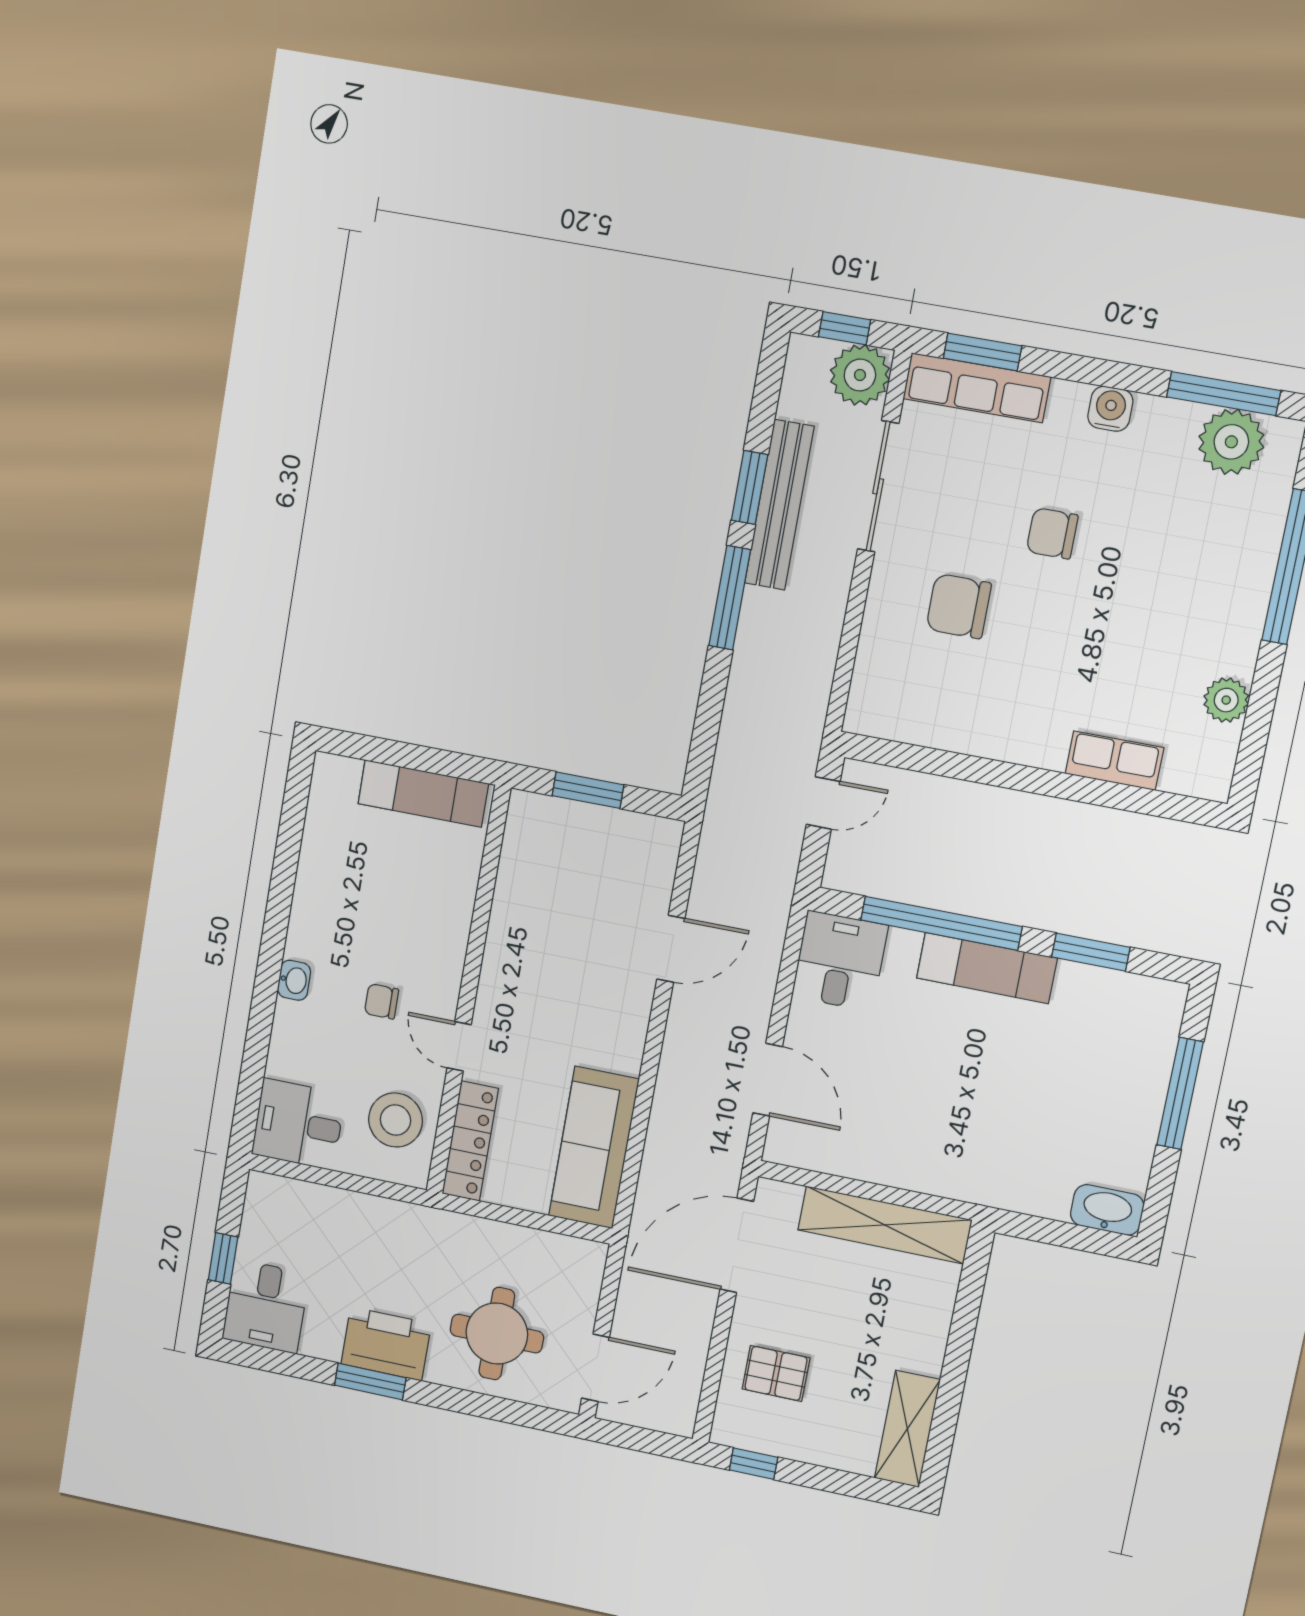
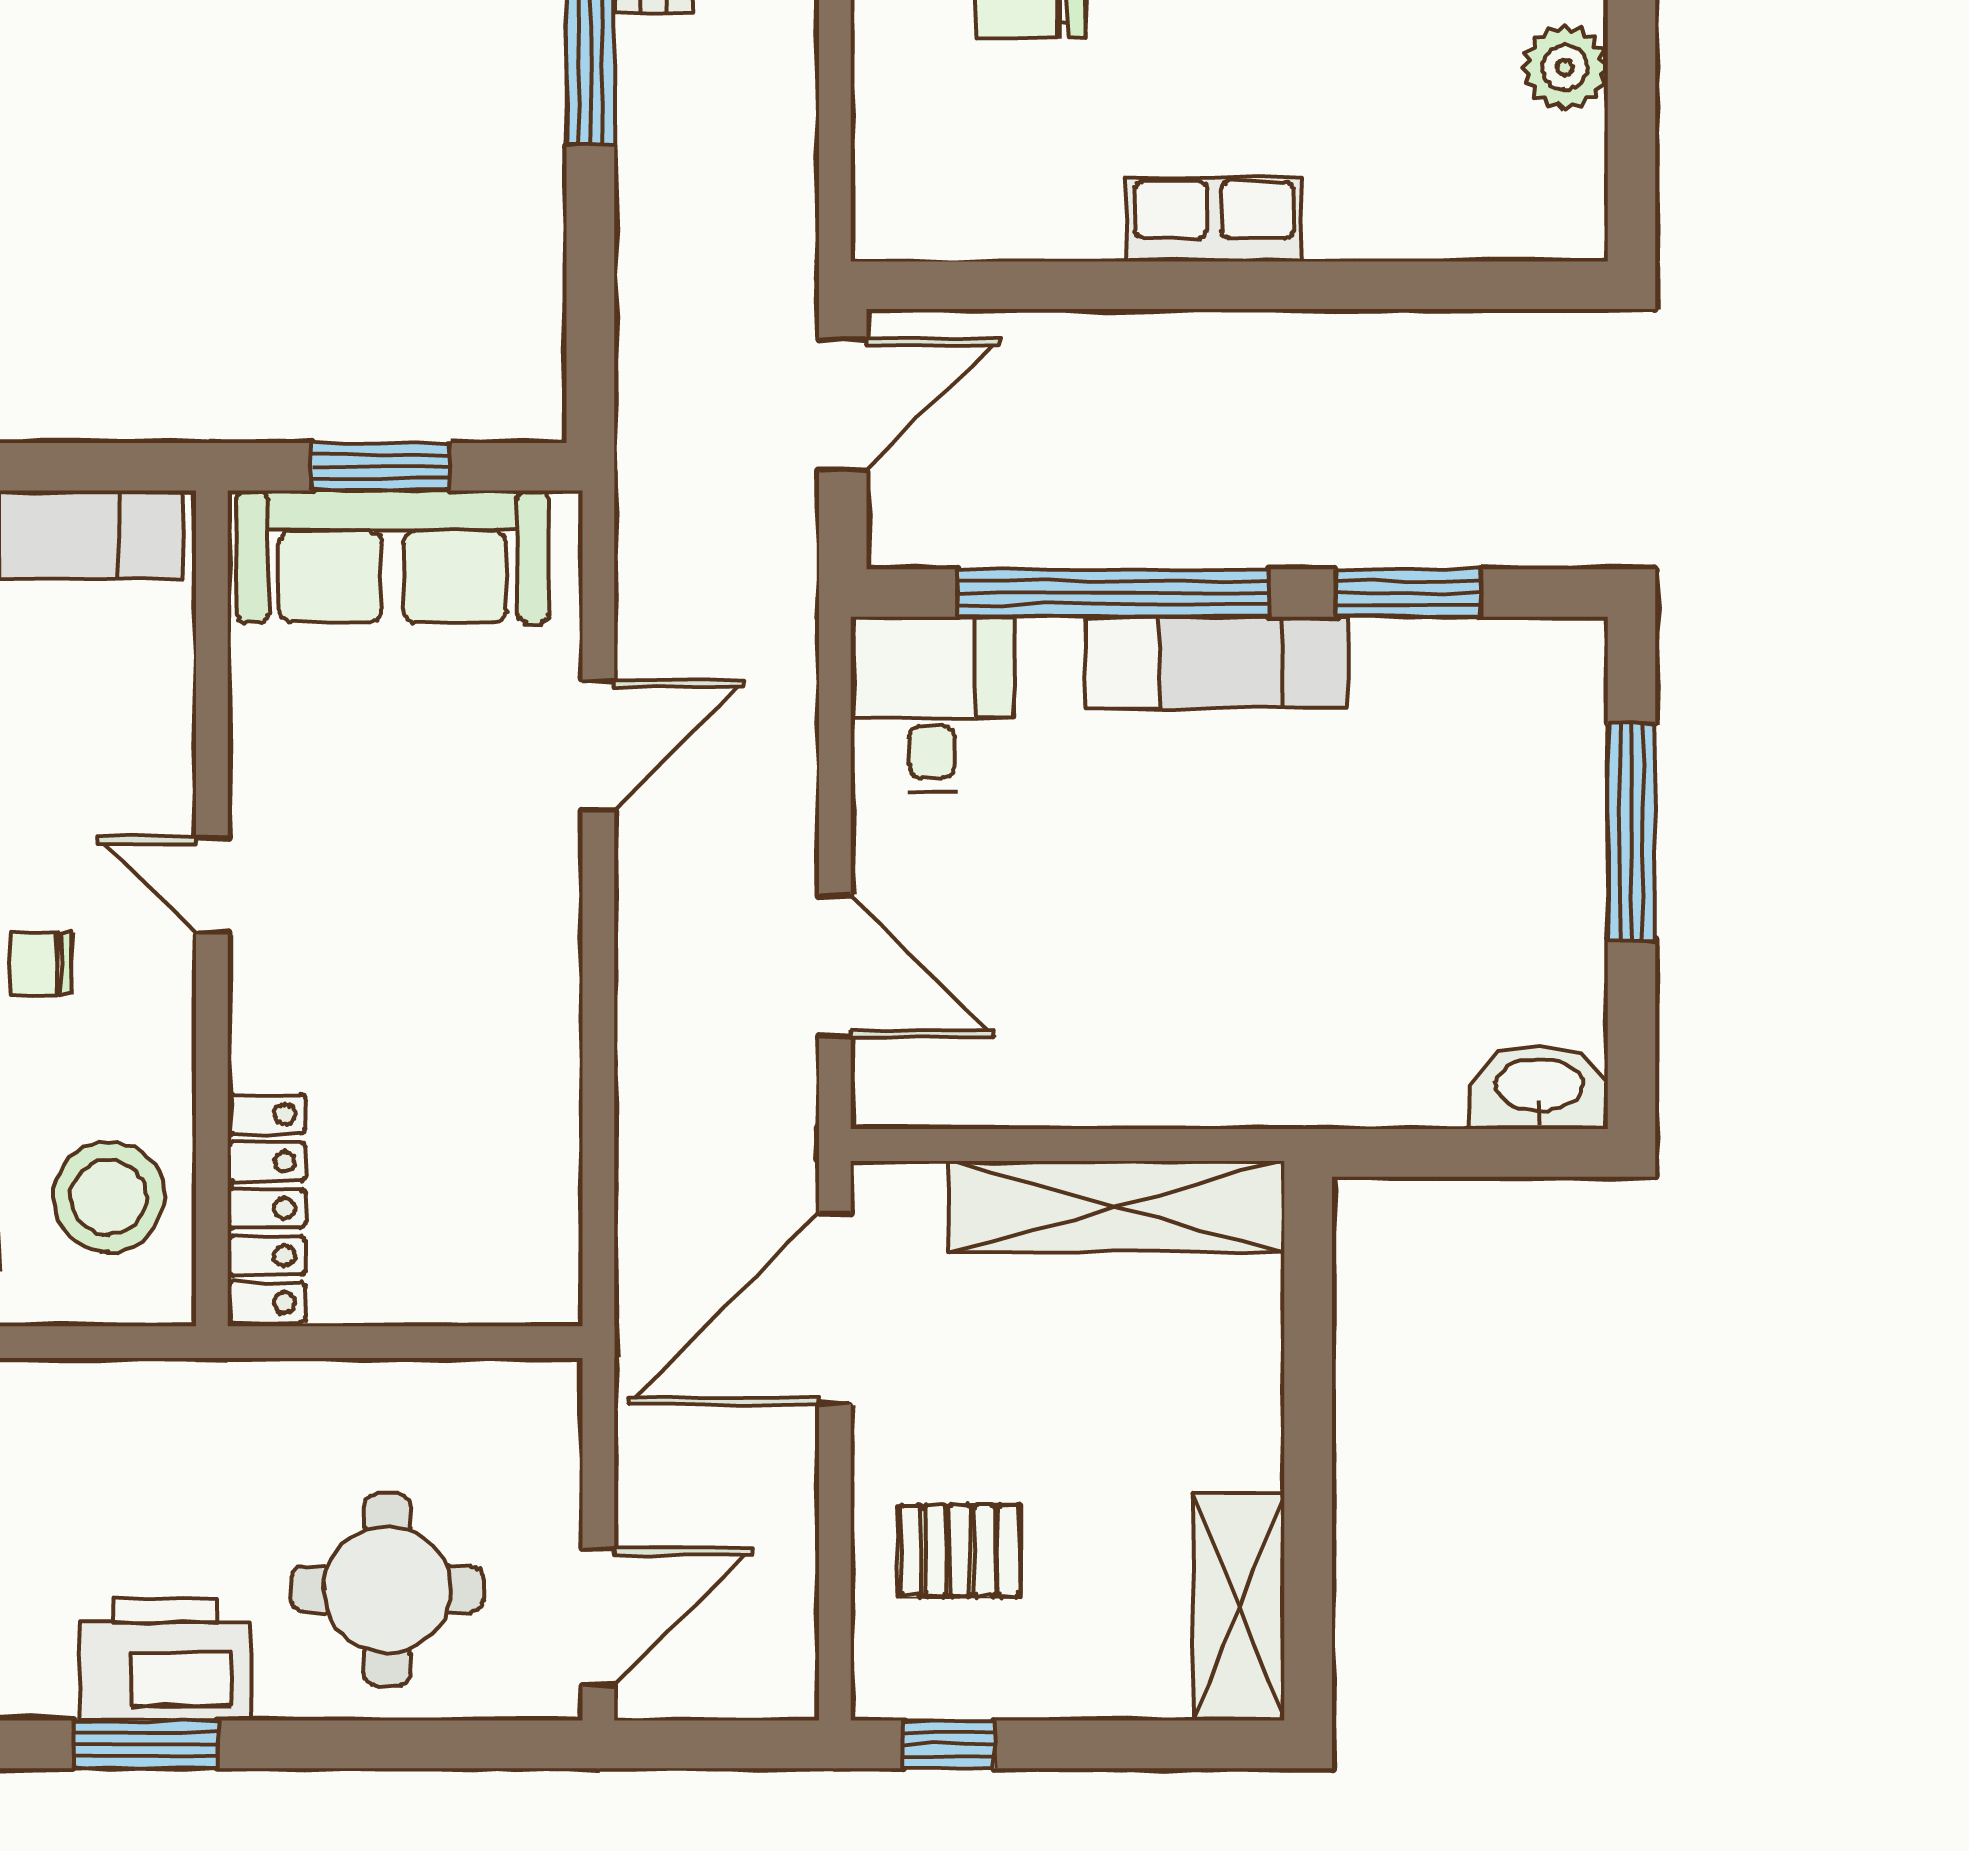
row of seats: (1114, 761) -> (1214, 220), moved
door: (823, 803) -> (843, 405), width x1.38
door: (459, 1046) -> (212, 885), moved
sofa: (594, 1147) -> (393, 557), moved, turned -90

